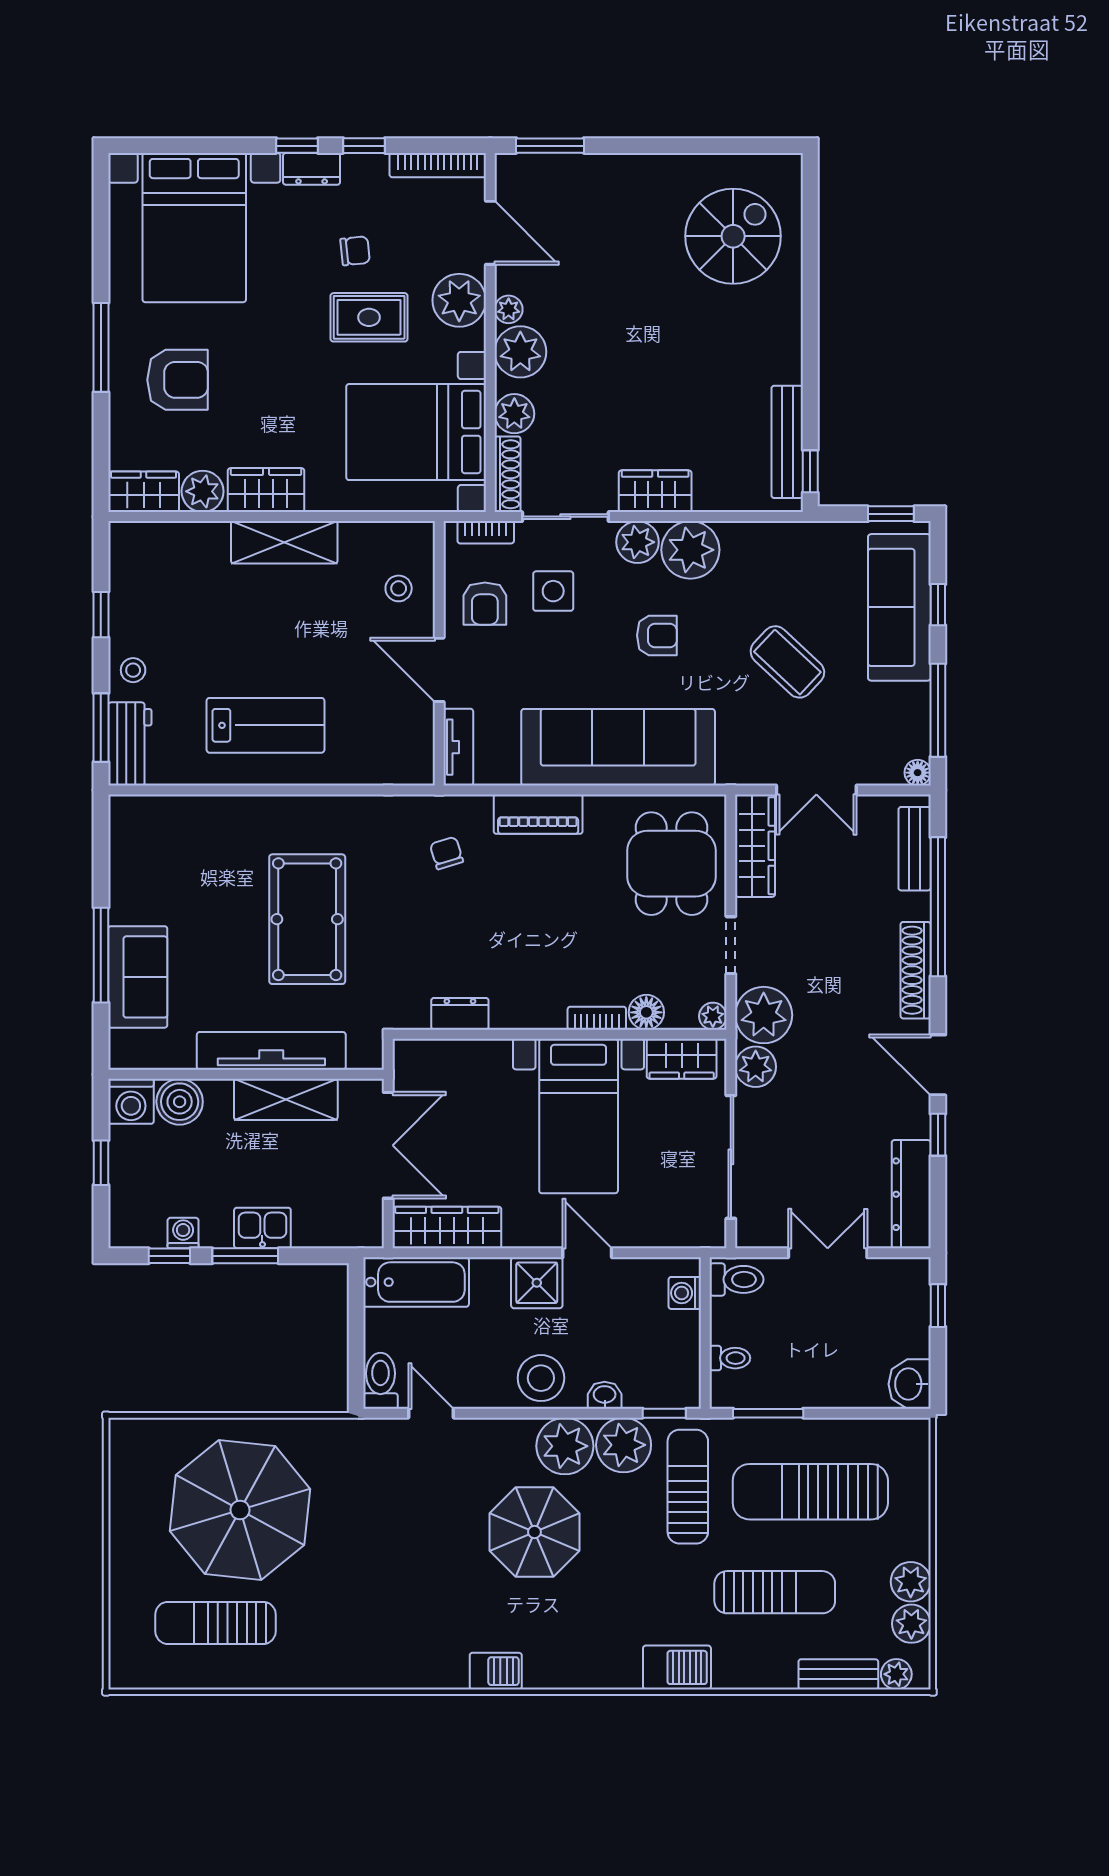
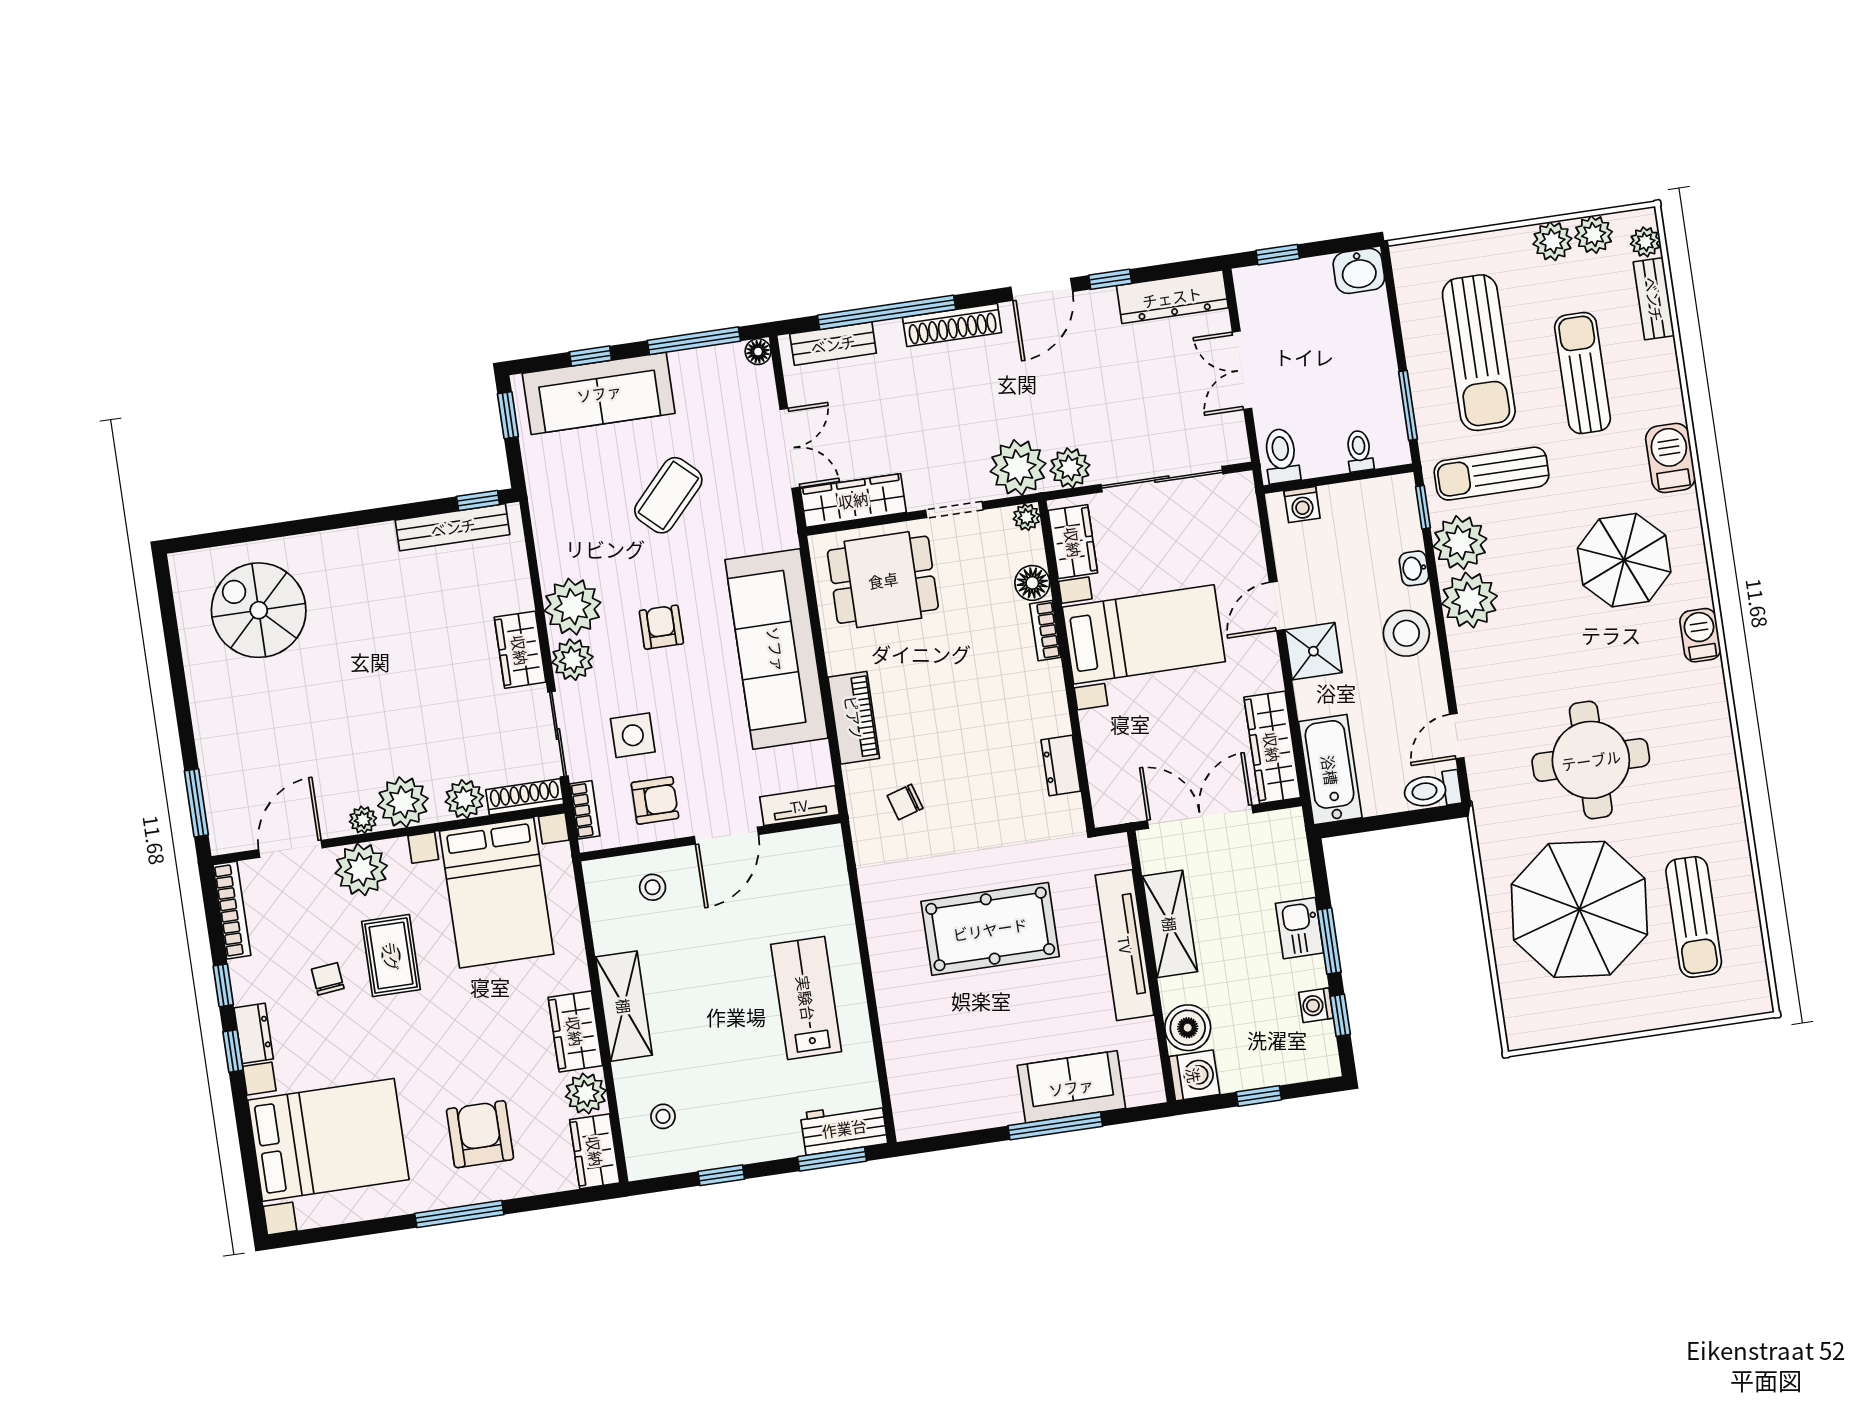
stool: (133, 670) -> (663, 1116), moved
parasol: (534, 1532) -> (1624, 560), moved
round table: (387, 1543) -> (1591, 760), added

